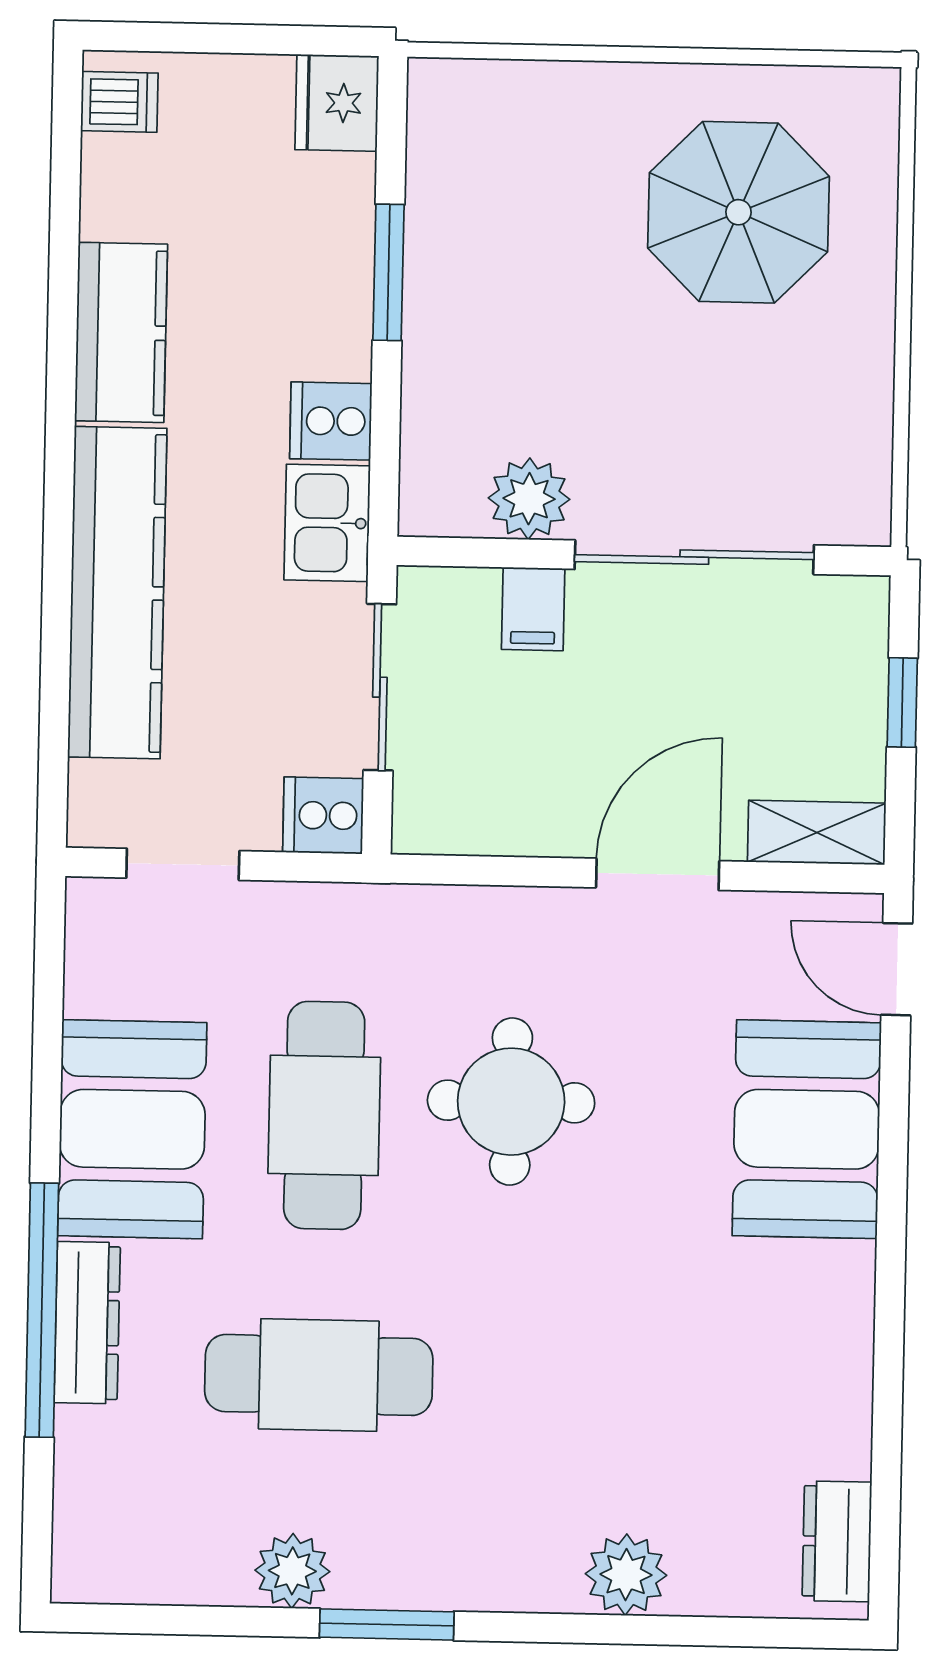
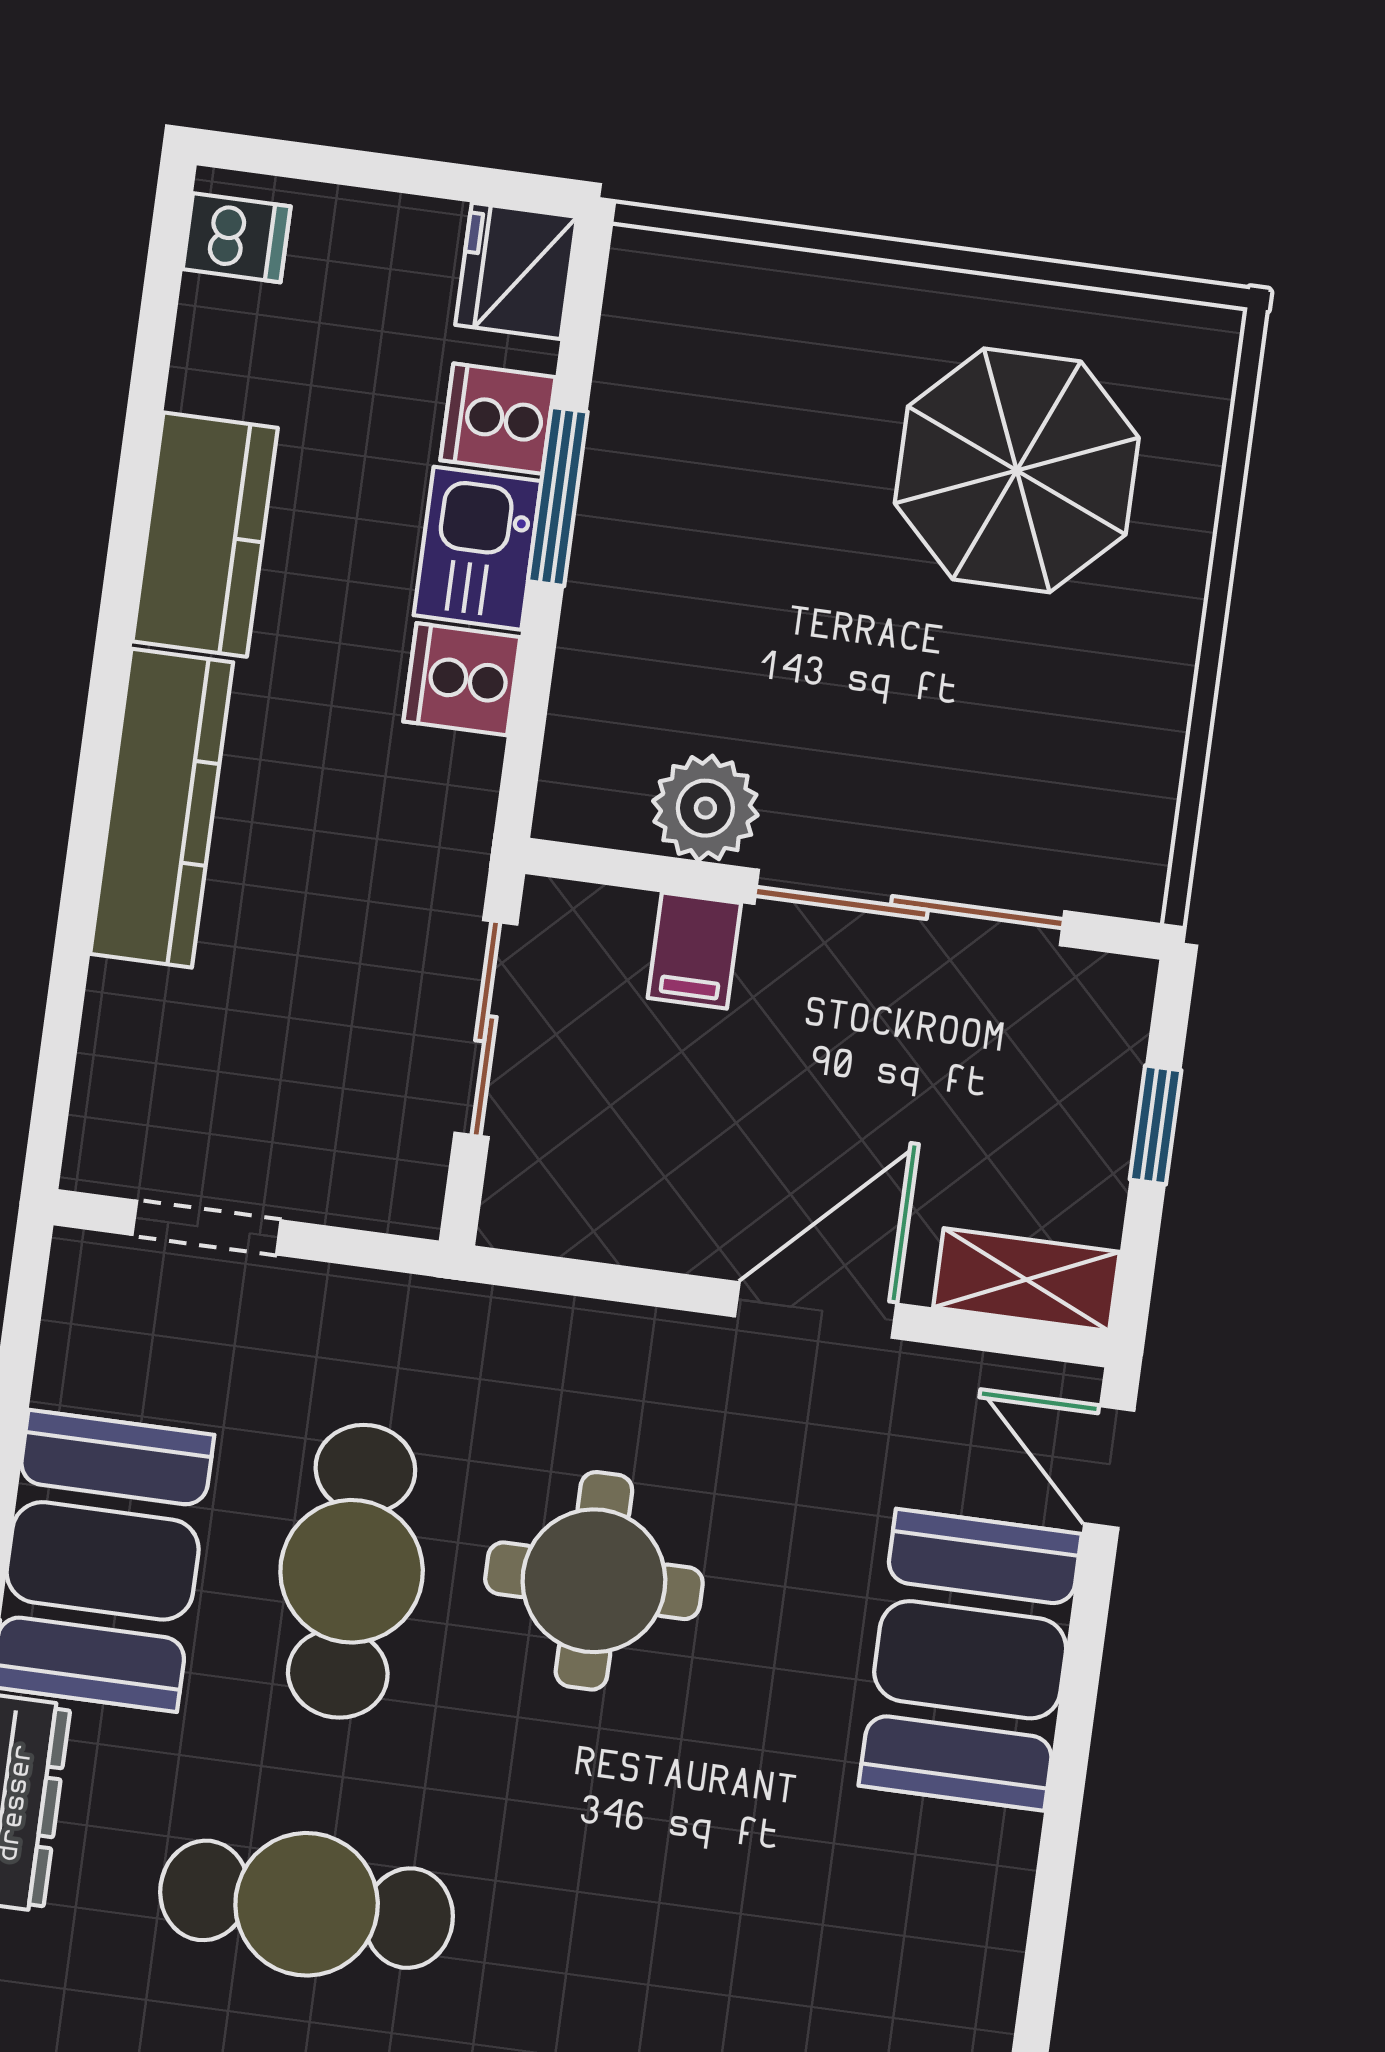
kitchen sink: (327, 523) -> (478, 548), moved
kitchen counter: (117, 593) -> (162, 808), width x0.72, depth x0.86
cooker: (323, 815) -> (498, 419), moved

